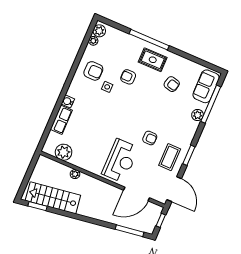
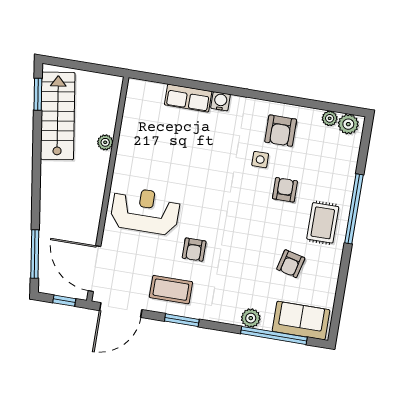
plant: (64, 152) -> (136, 115), removed
reception desk: (120, 161) -> (145, 211), turned 180
door: (137, 194) -> (95, 269), moved

